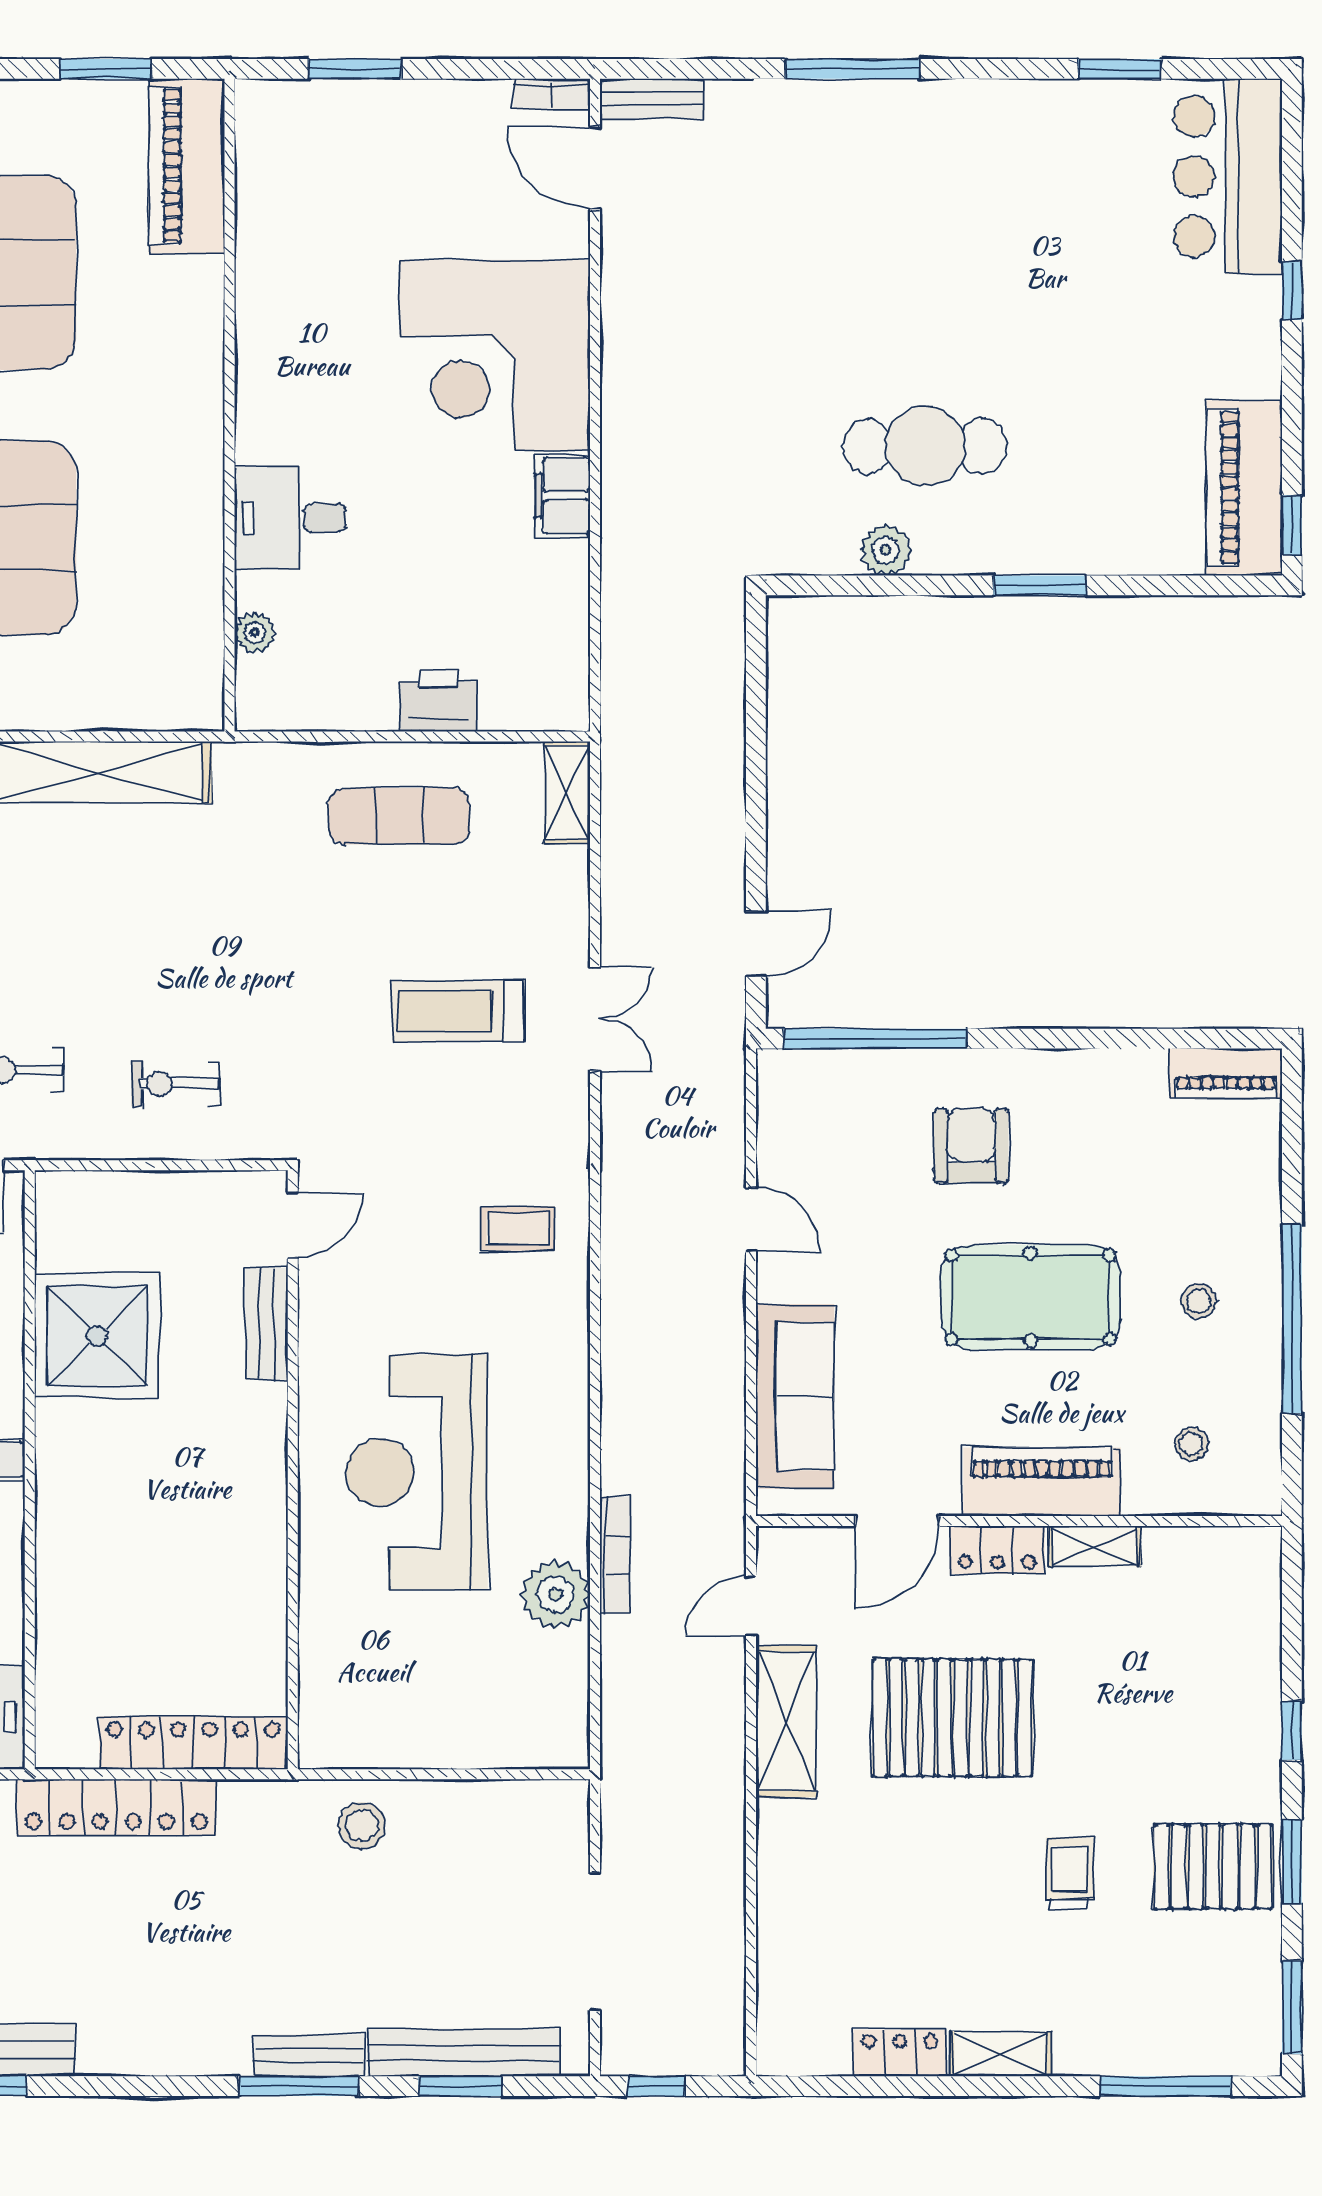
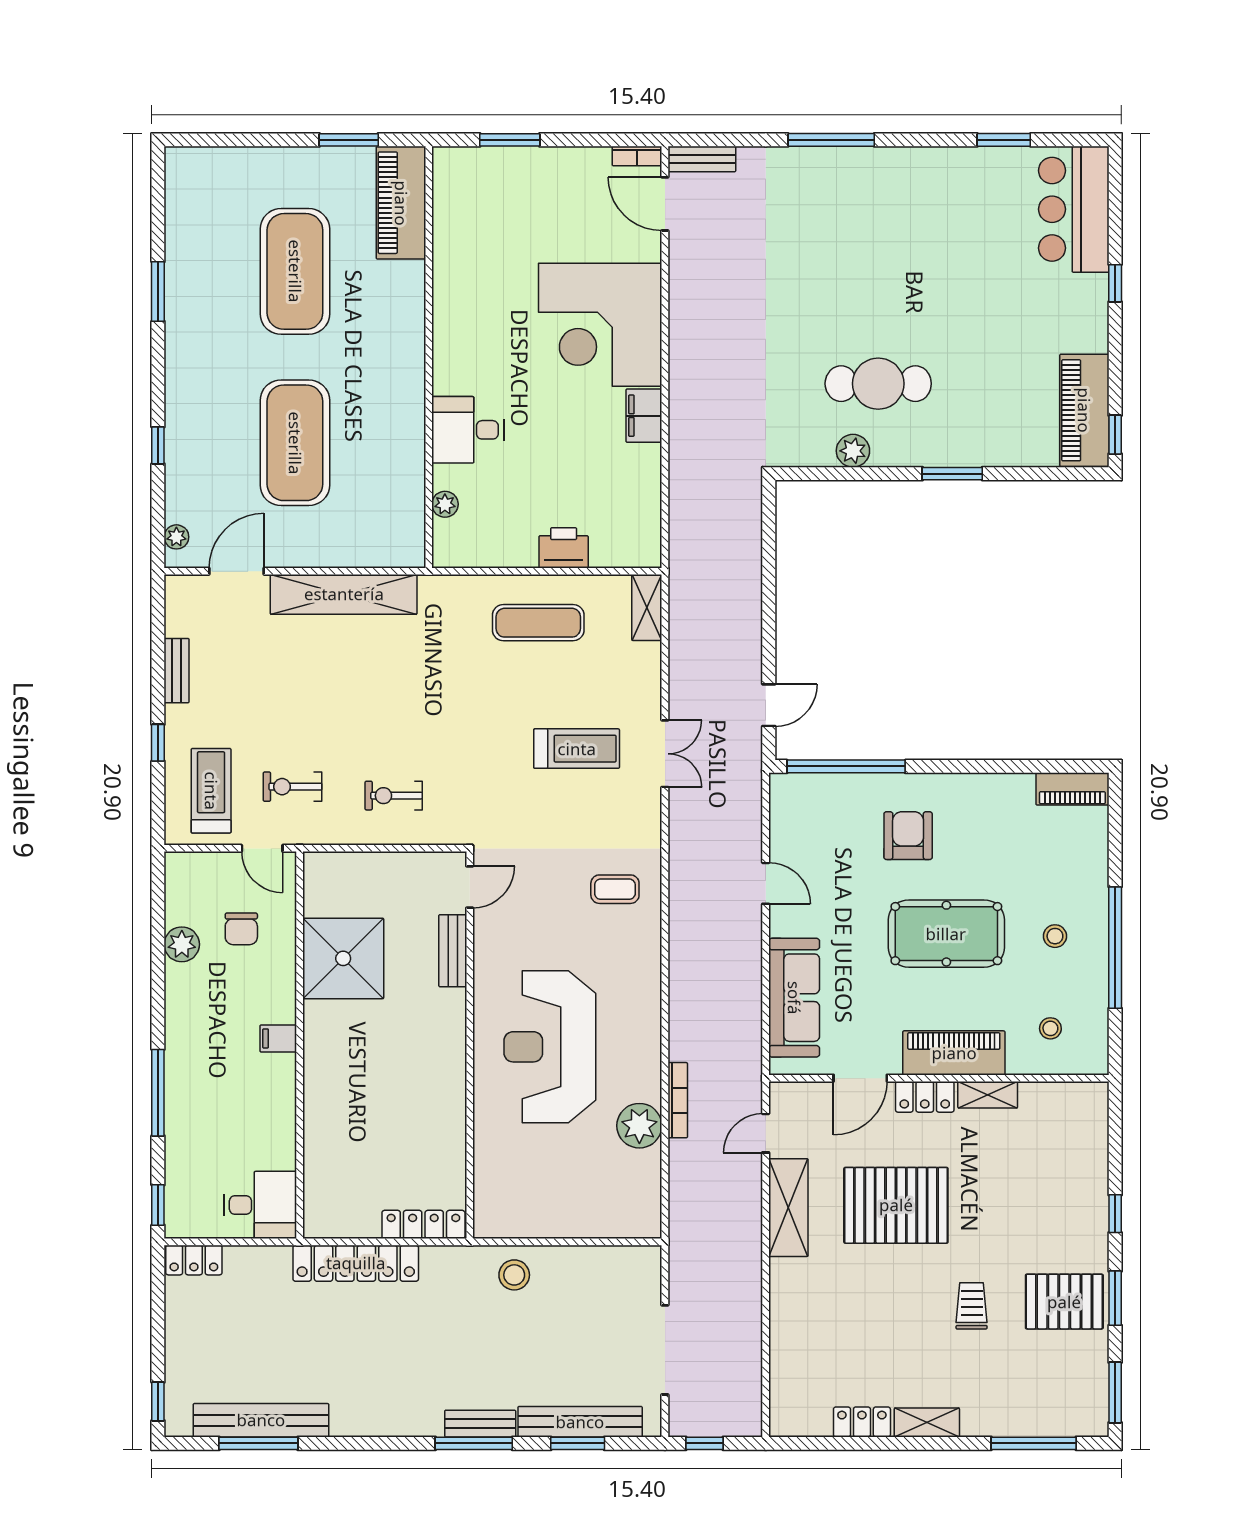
treadmill: (458, 1011) -> (577, 749), turned 180
locker: (194, 1743) -> (423, 1224), width x0.71, depth x0.83

